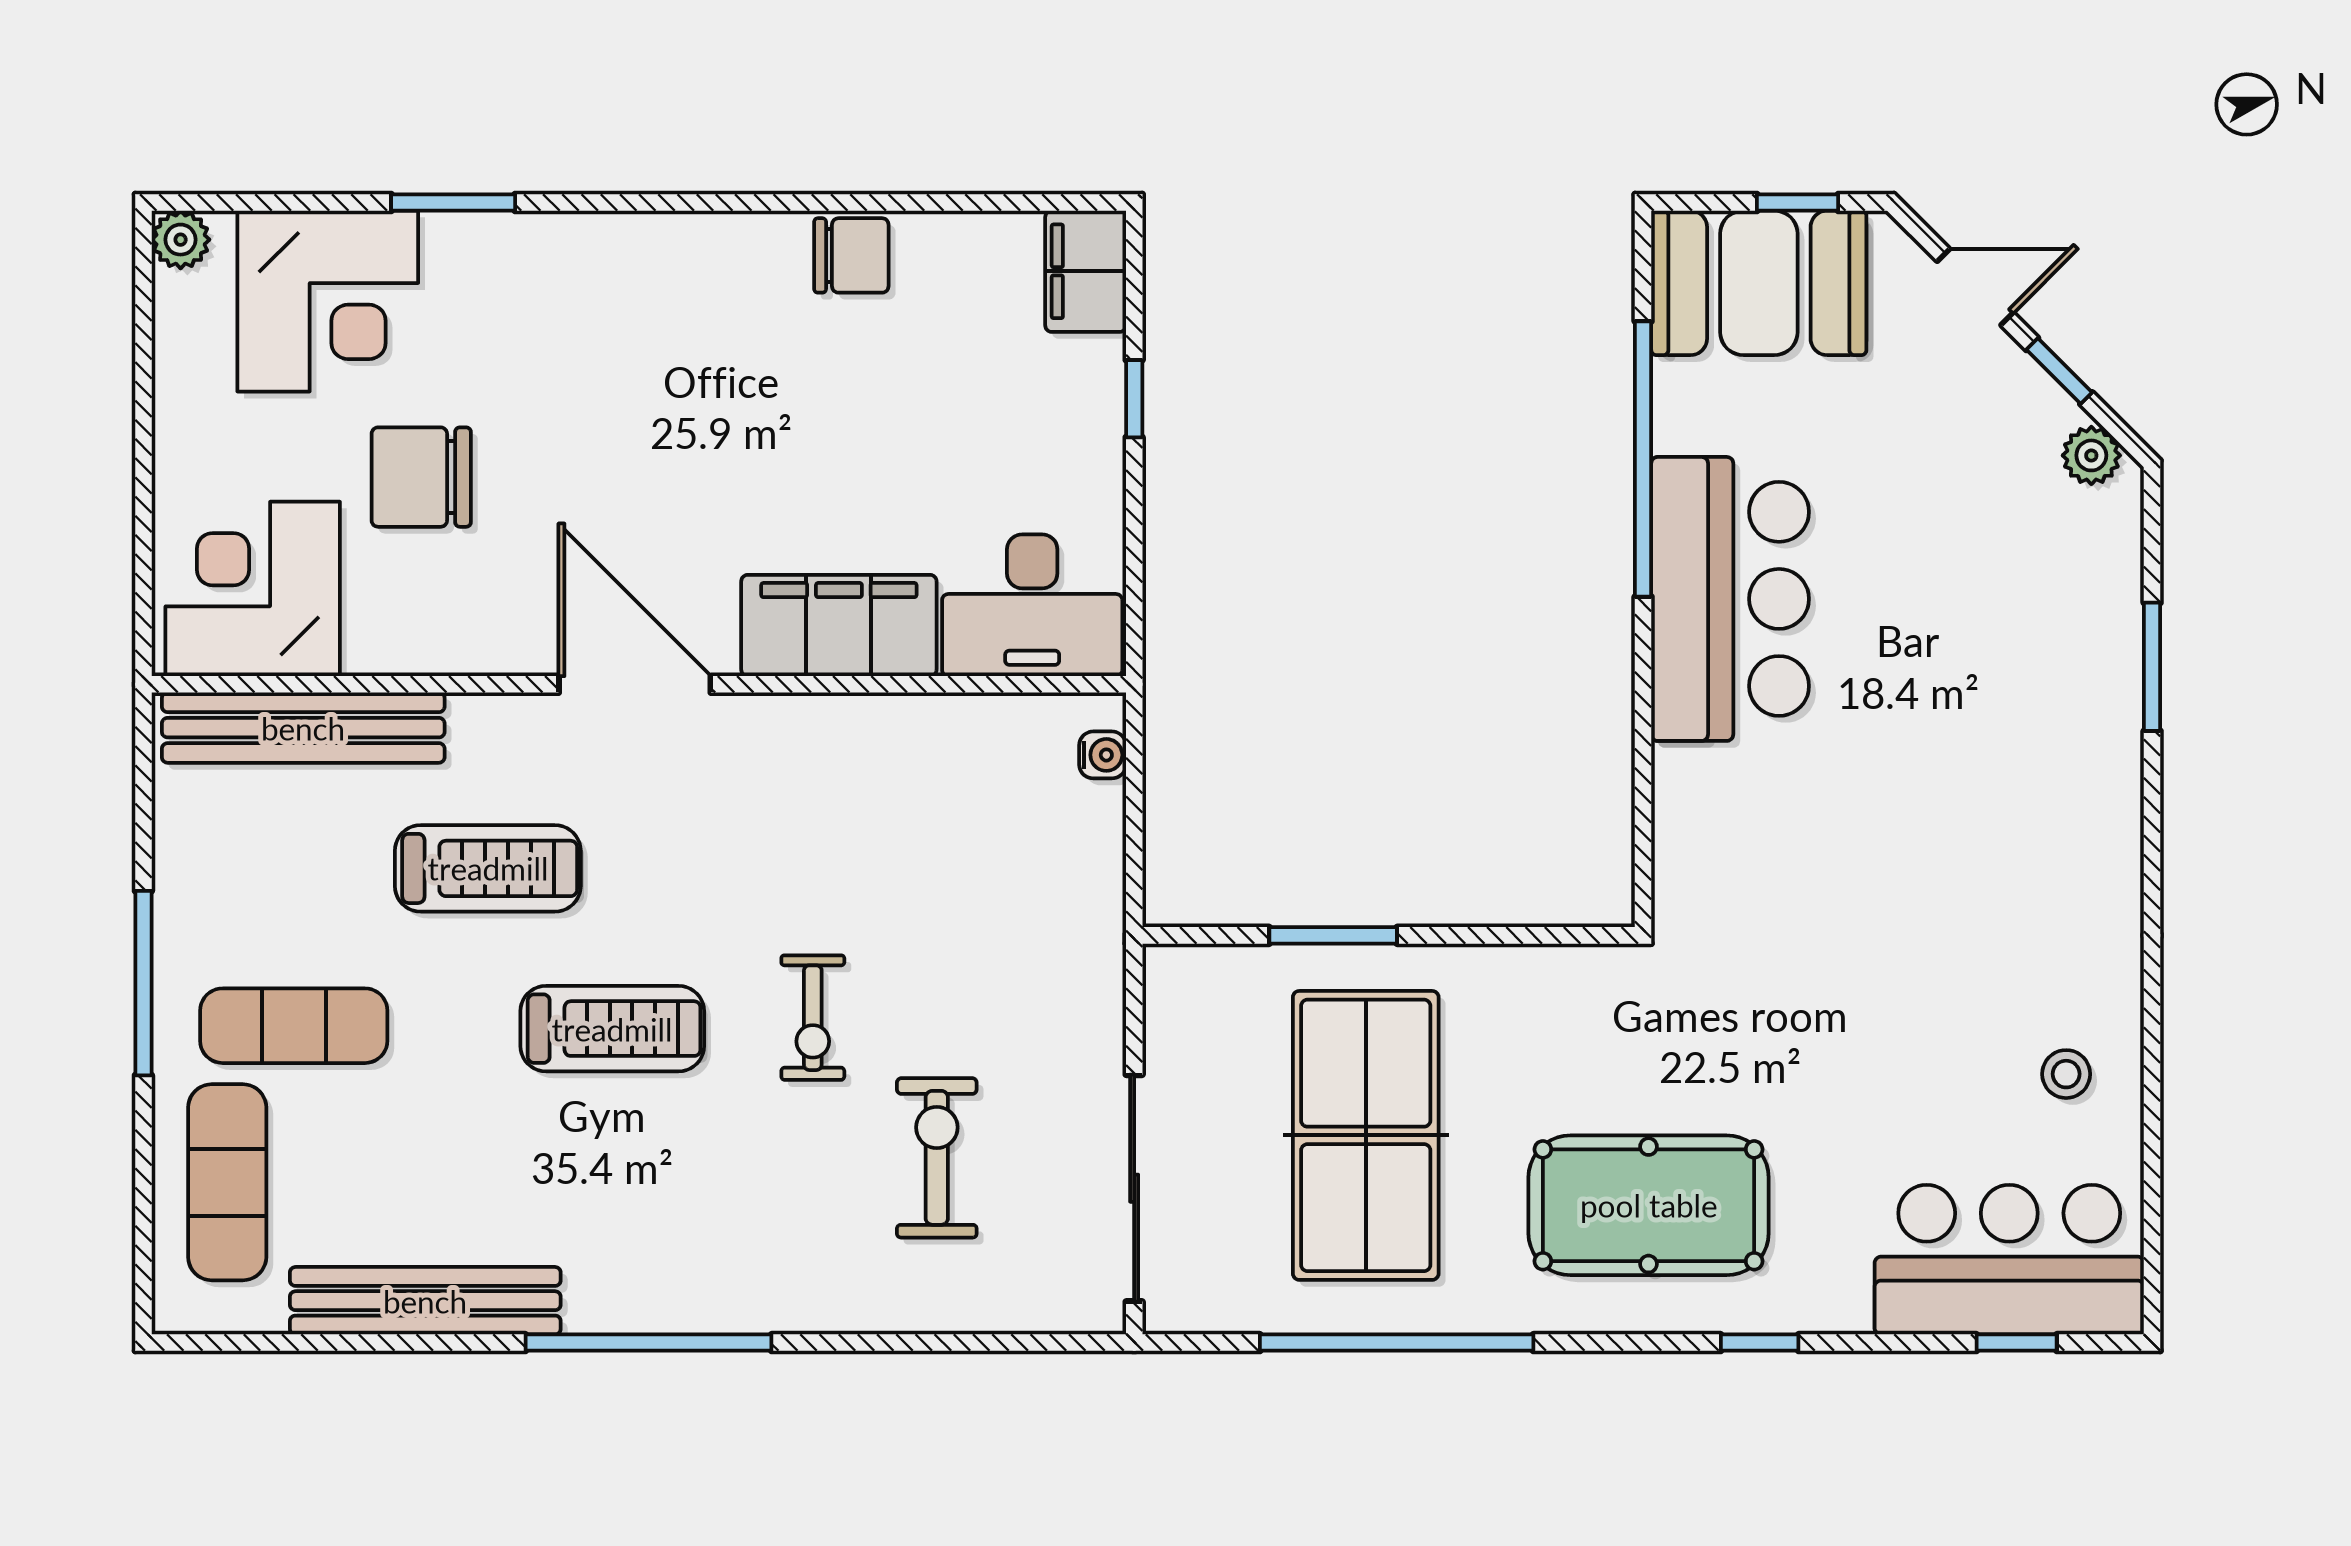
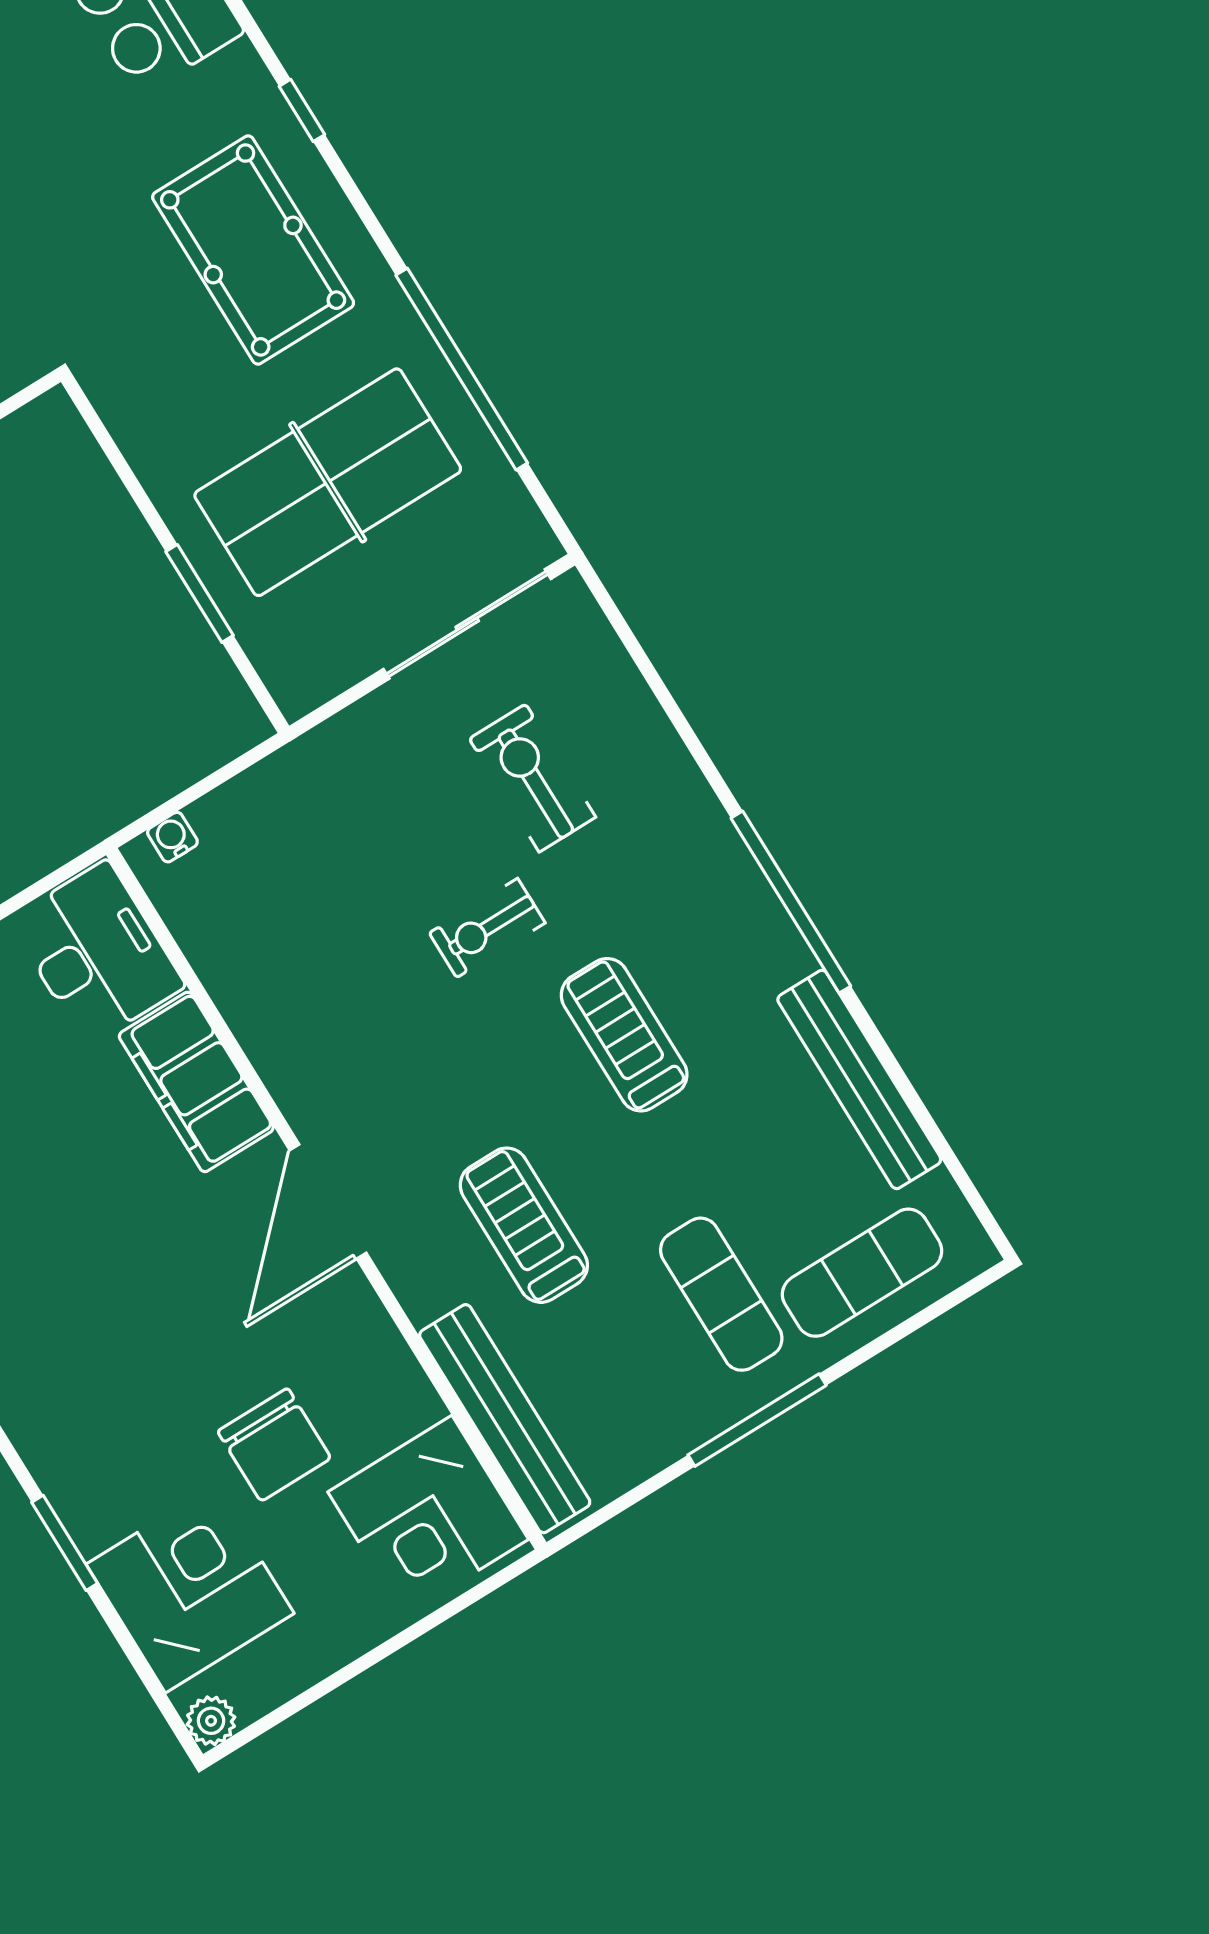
exercise bike: (813, 1018) -> (487, 928), turned 180
treadmill: (612, 1029) -> (624, 1035), moved
exercise bike: (937, 1158) -> (532, 778), turned 90

